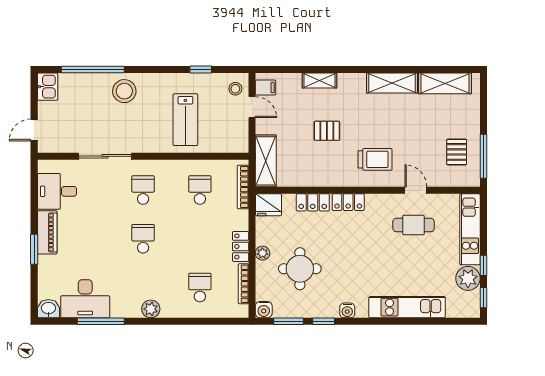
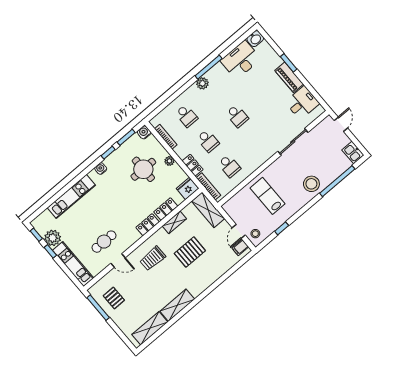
shelving: (320, 81) -> (174, 222), moved
door: (252, 107) -> (239, 231), hinge flipped
pallet: (327, 131) -> (190, 252), width x1.50, depth x1.42
school desk: (143, 190) -> (208, 141), moved
locker: (241, 246) -> (193, 165), moved
window: (101, 321) -> (209, 67), moved

